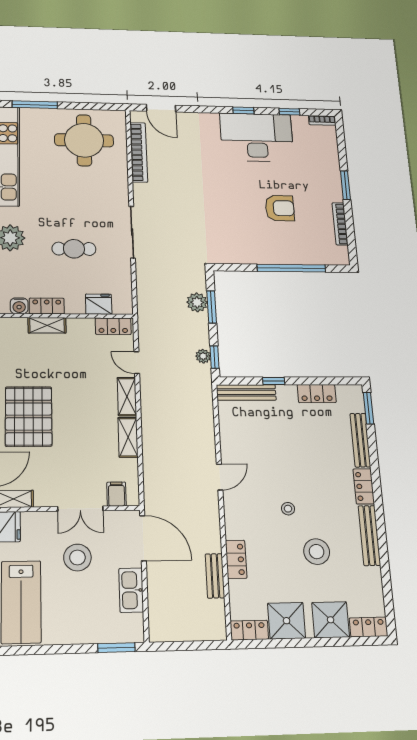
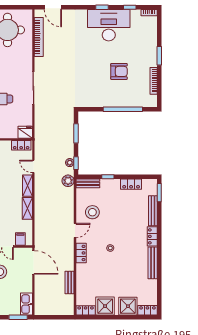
plant: (197, 302) -> (68, 181), moved
fridge: (99, 304) -> (25, 132), moved
bench: (246, 392) -> (88, 183), width x0.73
stool: (317, 552) -> (92, 212), moved
locker: (236, 559) -> (81, 253), moved
kitchen sink: (131, 590) -> (26, 304), moved

